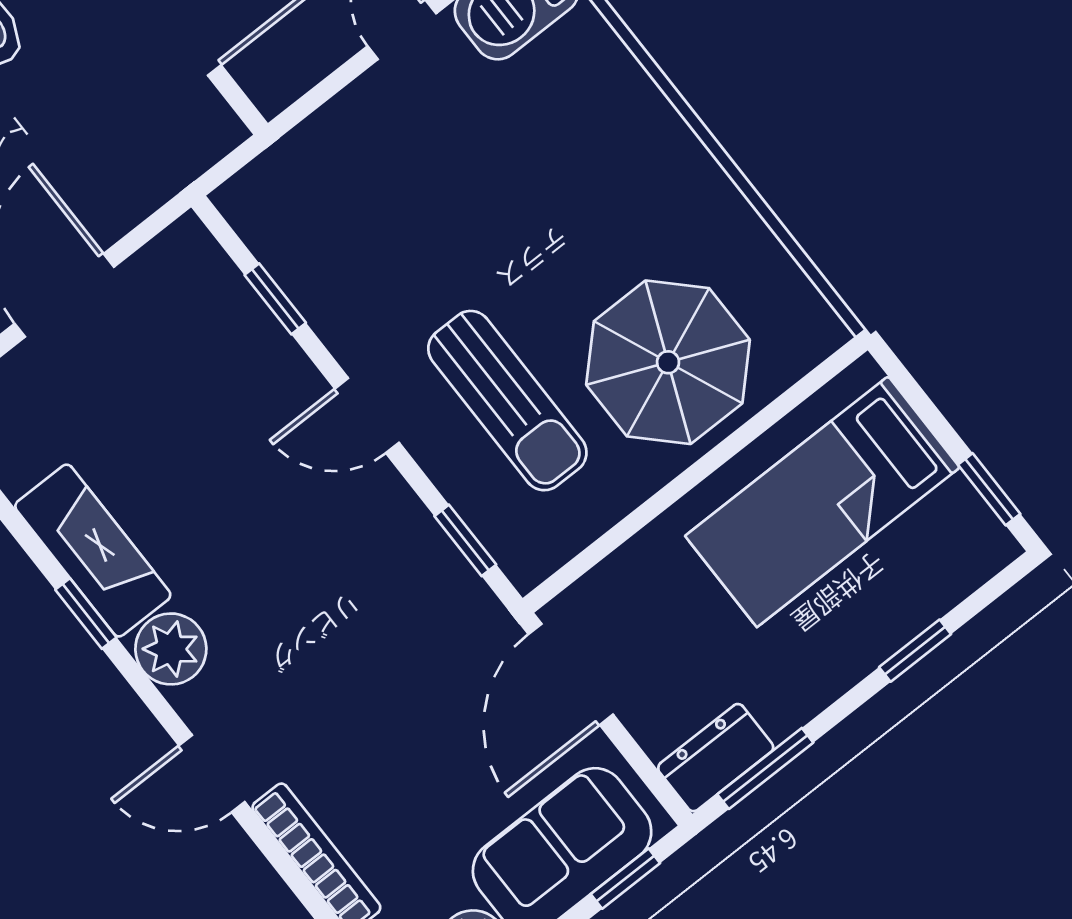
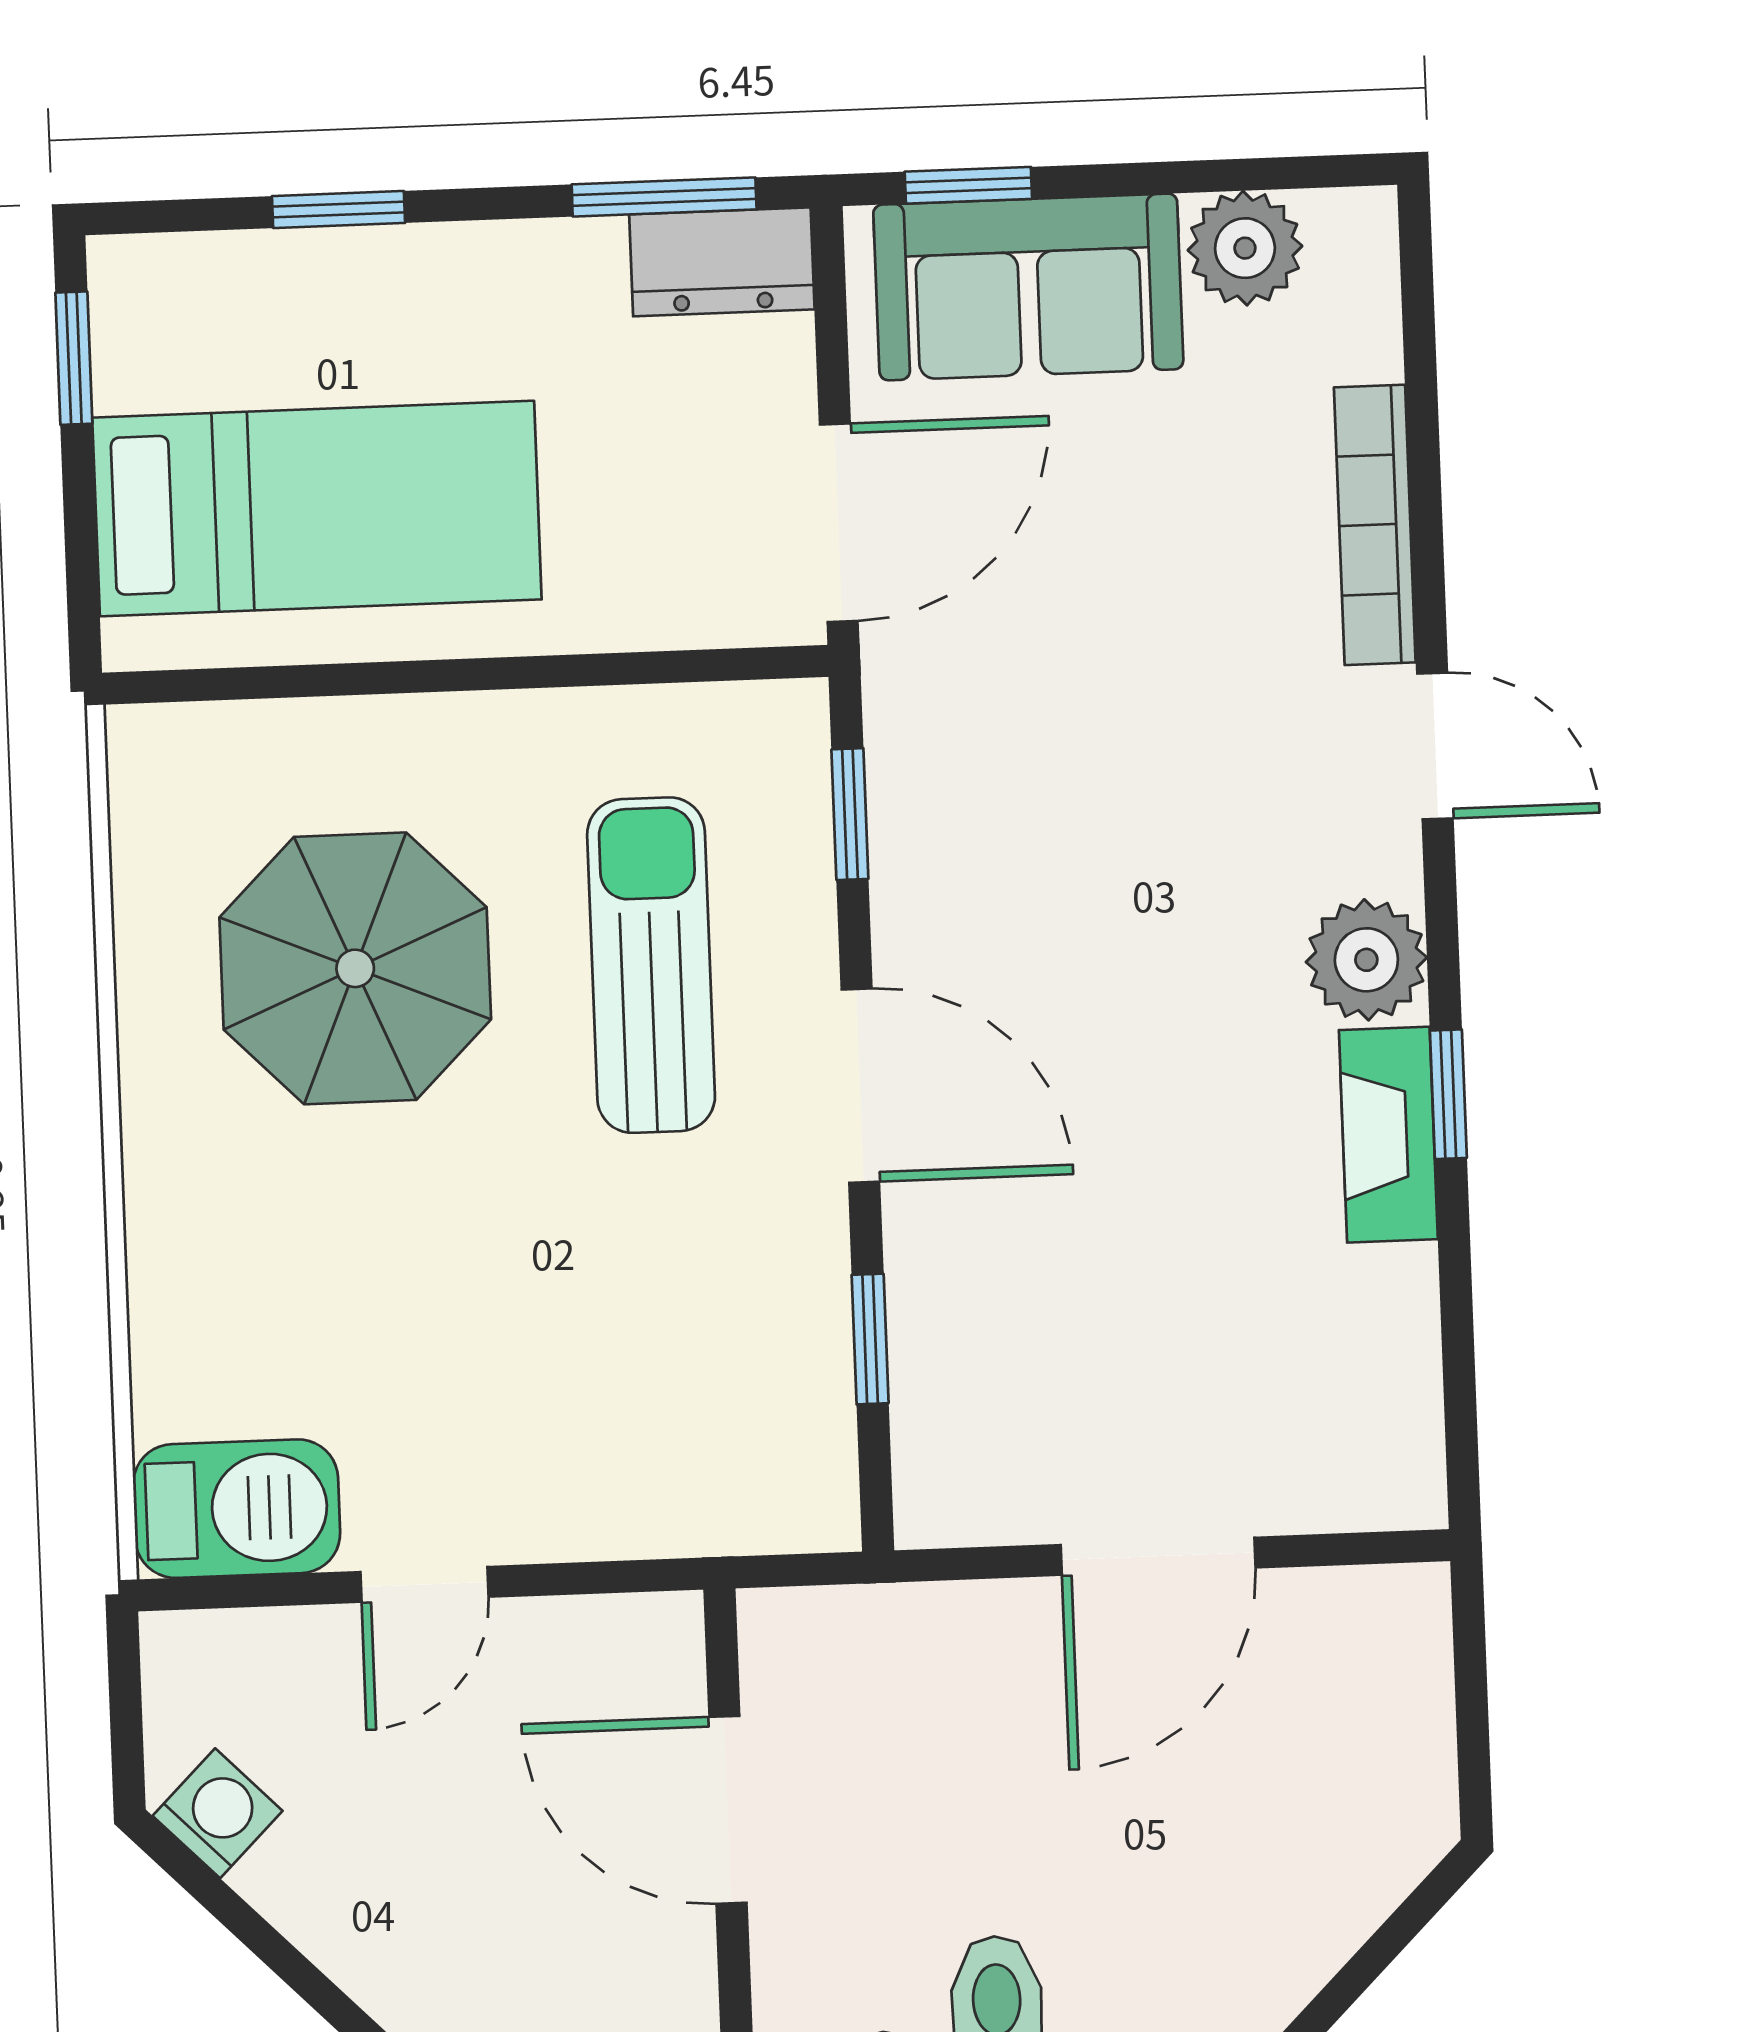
parasol: (668, 362) -> (355, 968), moved
door: (367, 416) -> (860, 1086), width x1.37
fireplace: (93, 551) -> (1388, 1135), width x0.73, depth x0.76

